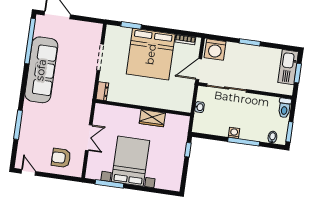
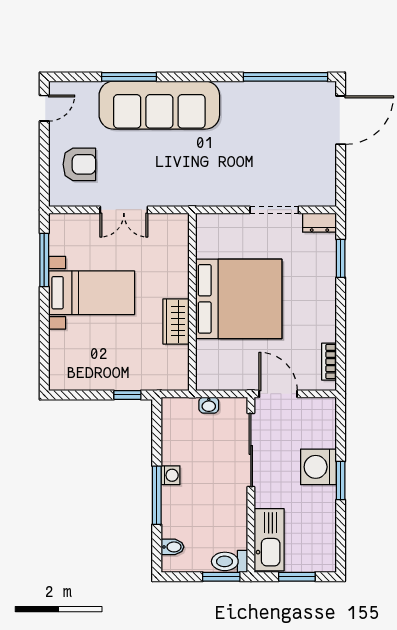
washing machine: (215, 50) -> (318, 467), moved
bed: (151, 54) -> (239, 299), moved, turned 180
kitchen sink: (288, 67) -> (269, 540), moved, turned 90
sofa: (41, 70) -> (159, 105), moved
dresser: (102, 91) -> (319, 223), moved
window: (289, 132) -> (221, 577), moved
armchair: (61, 158) -> (79, 164), turned 90
bed with nightstands: (131, 161) -> (92, 293), width x0.73

